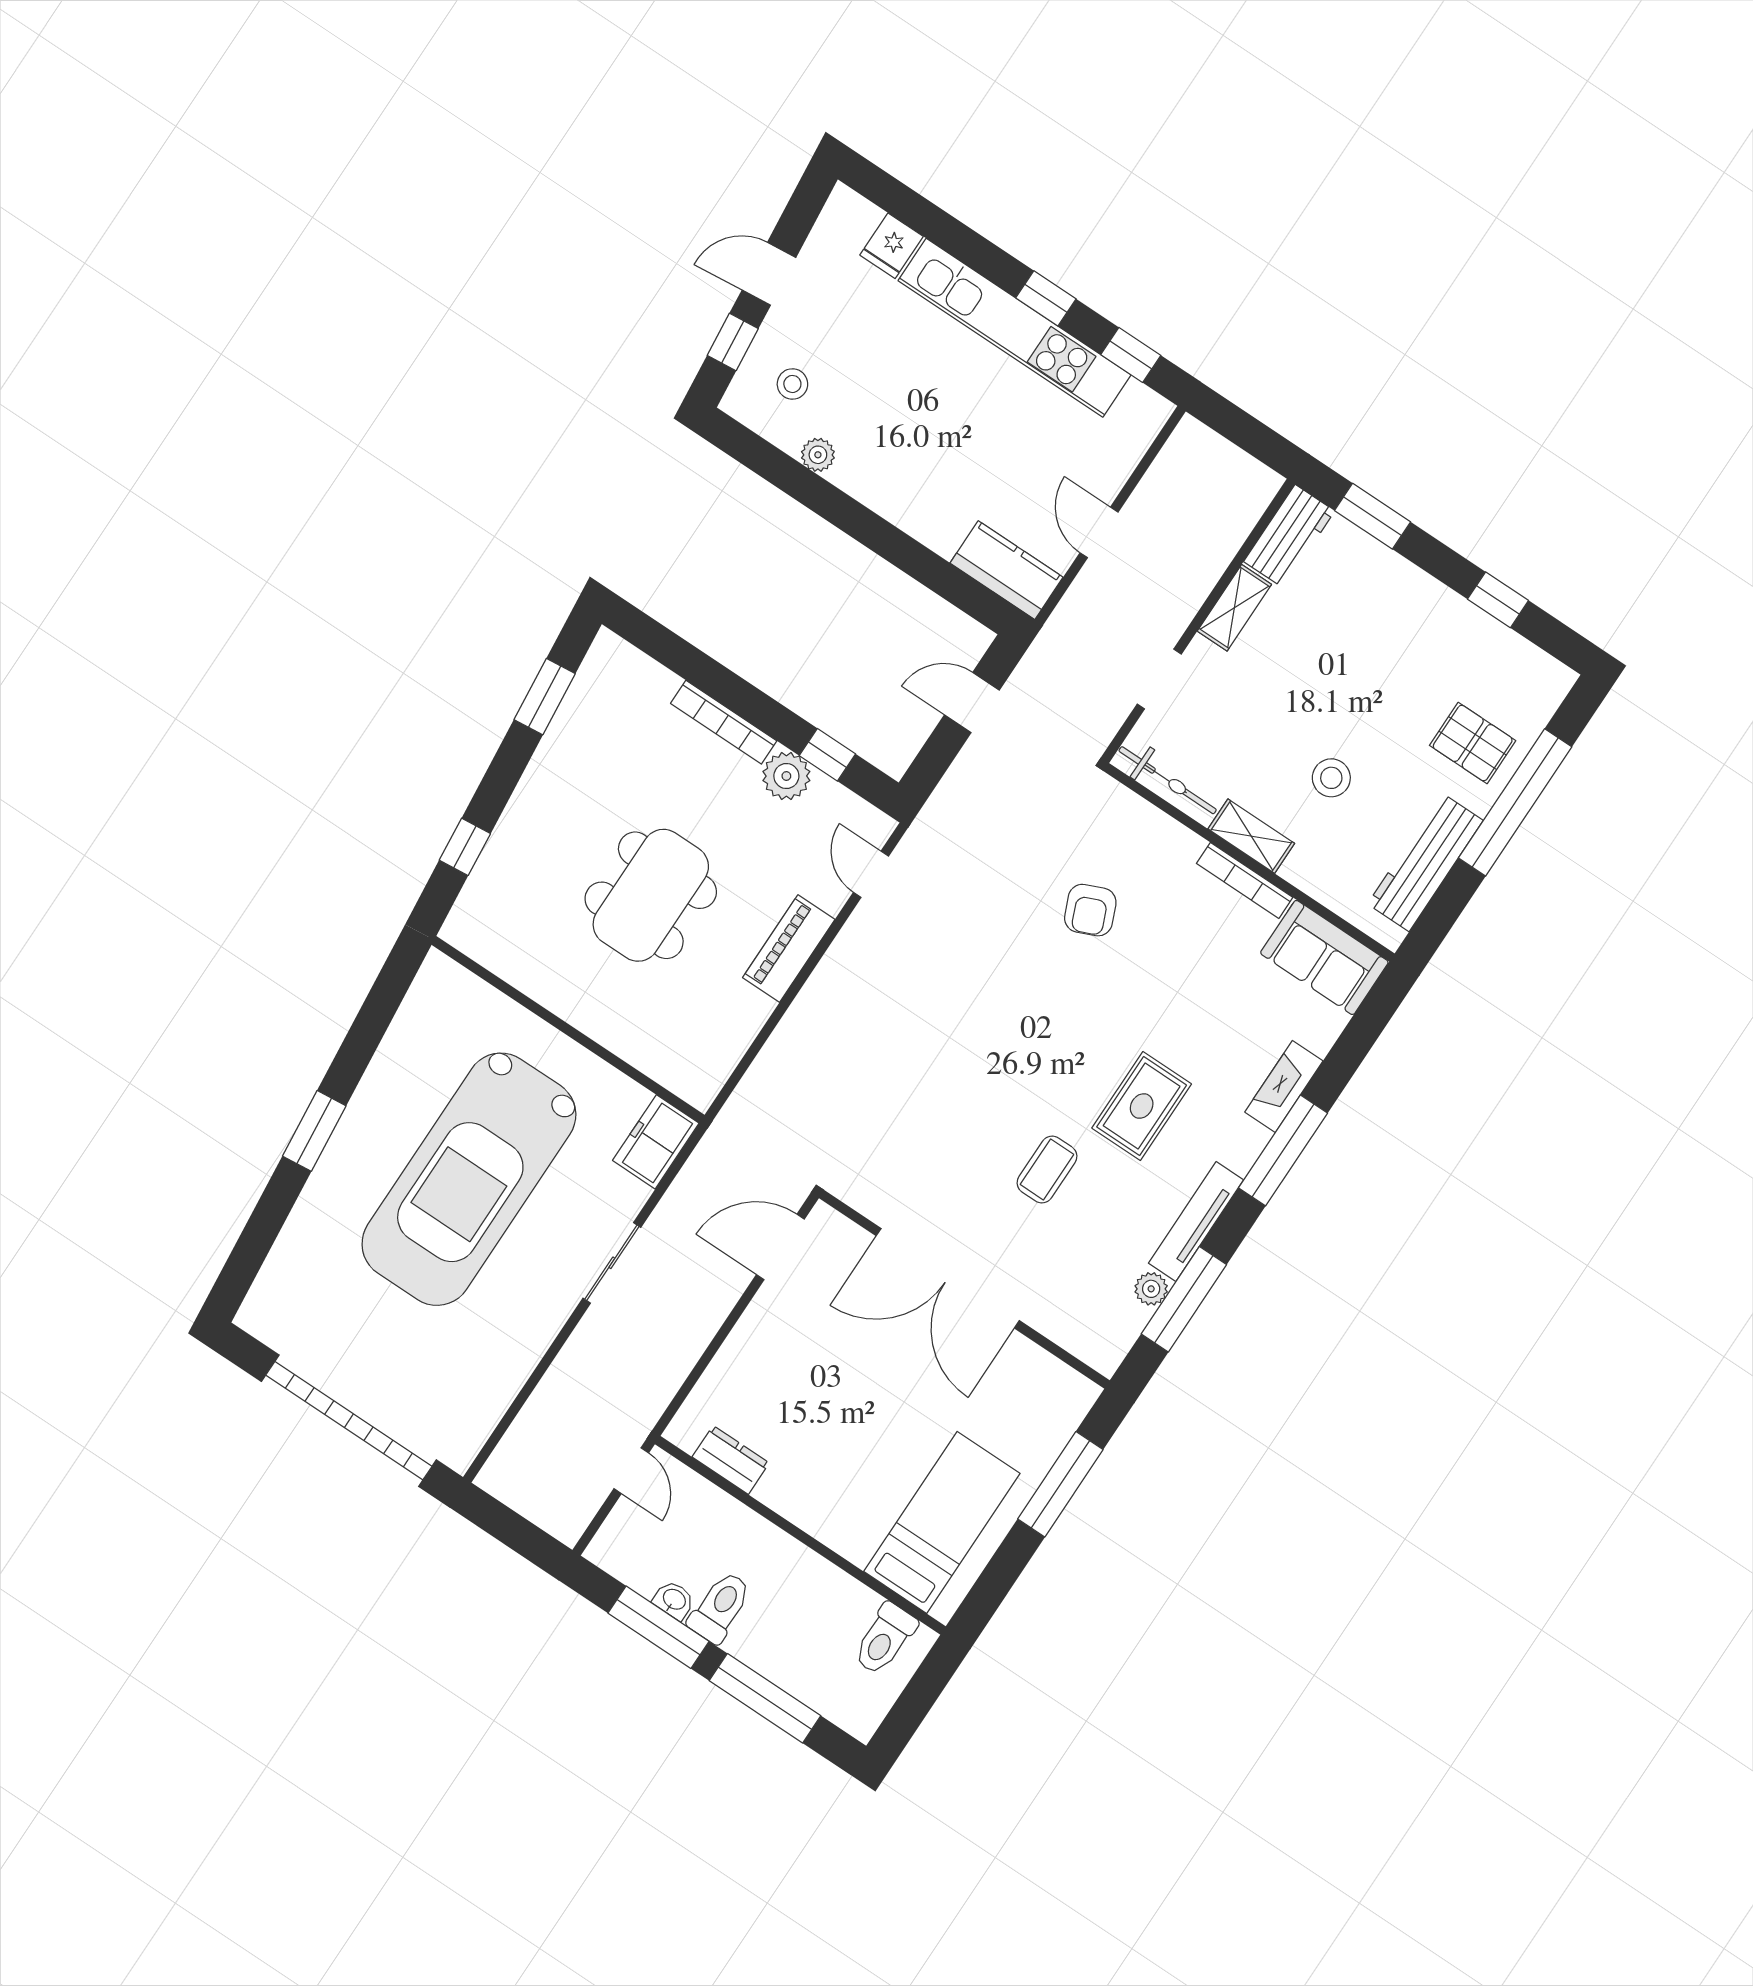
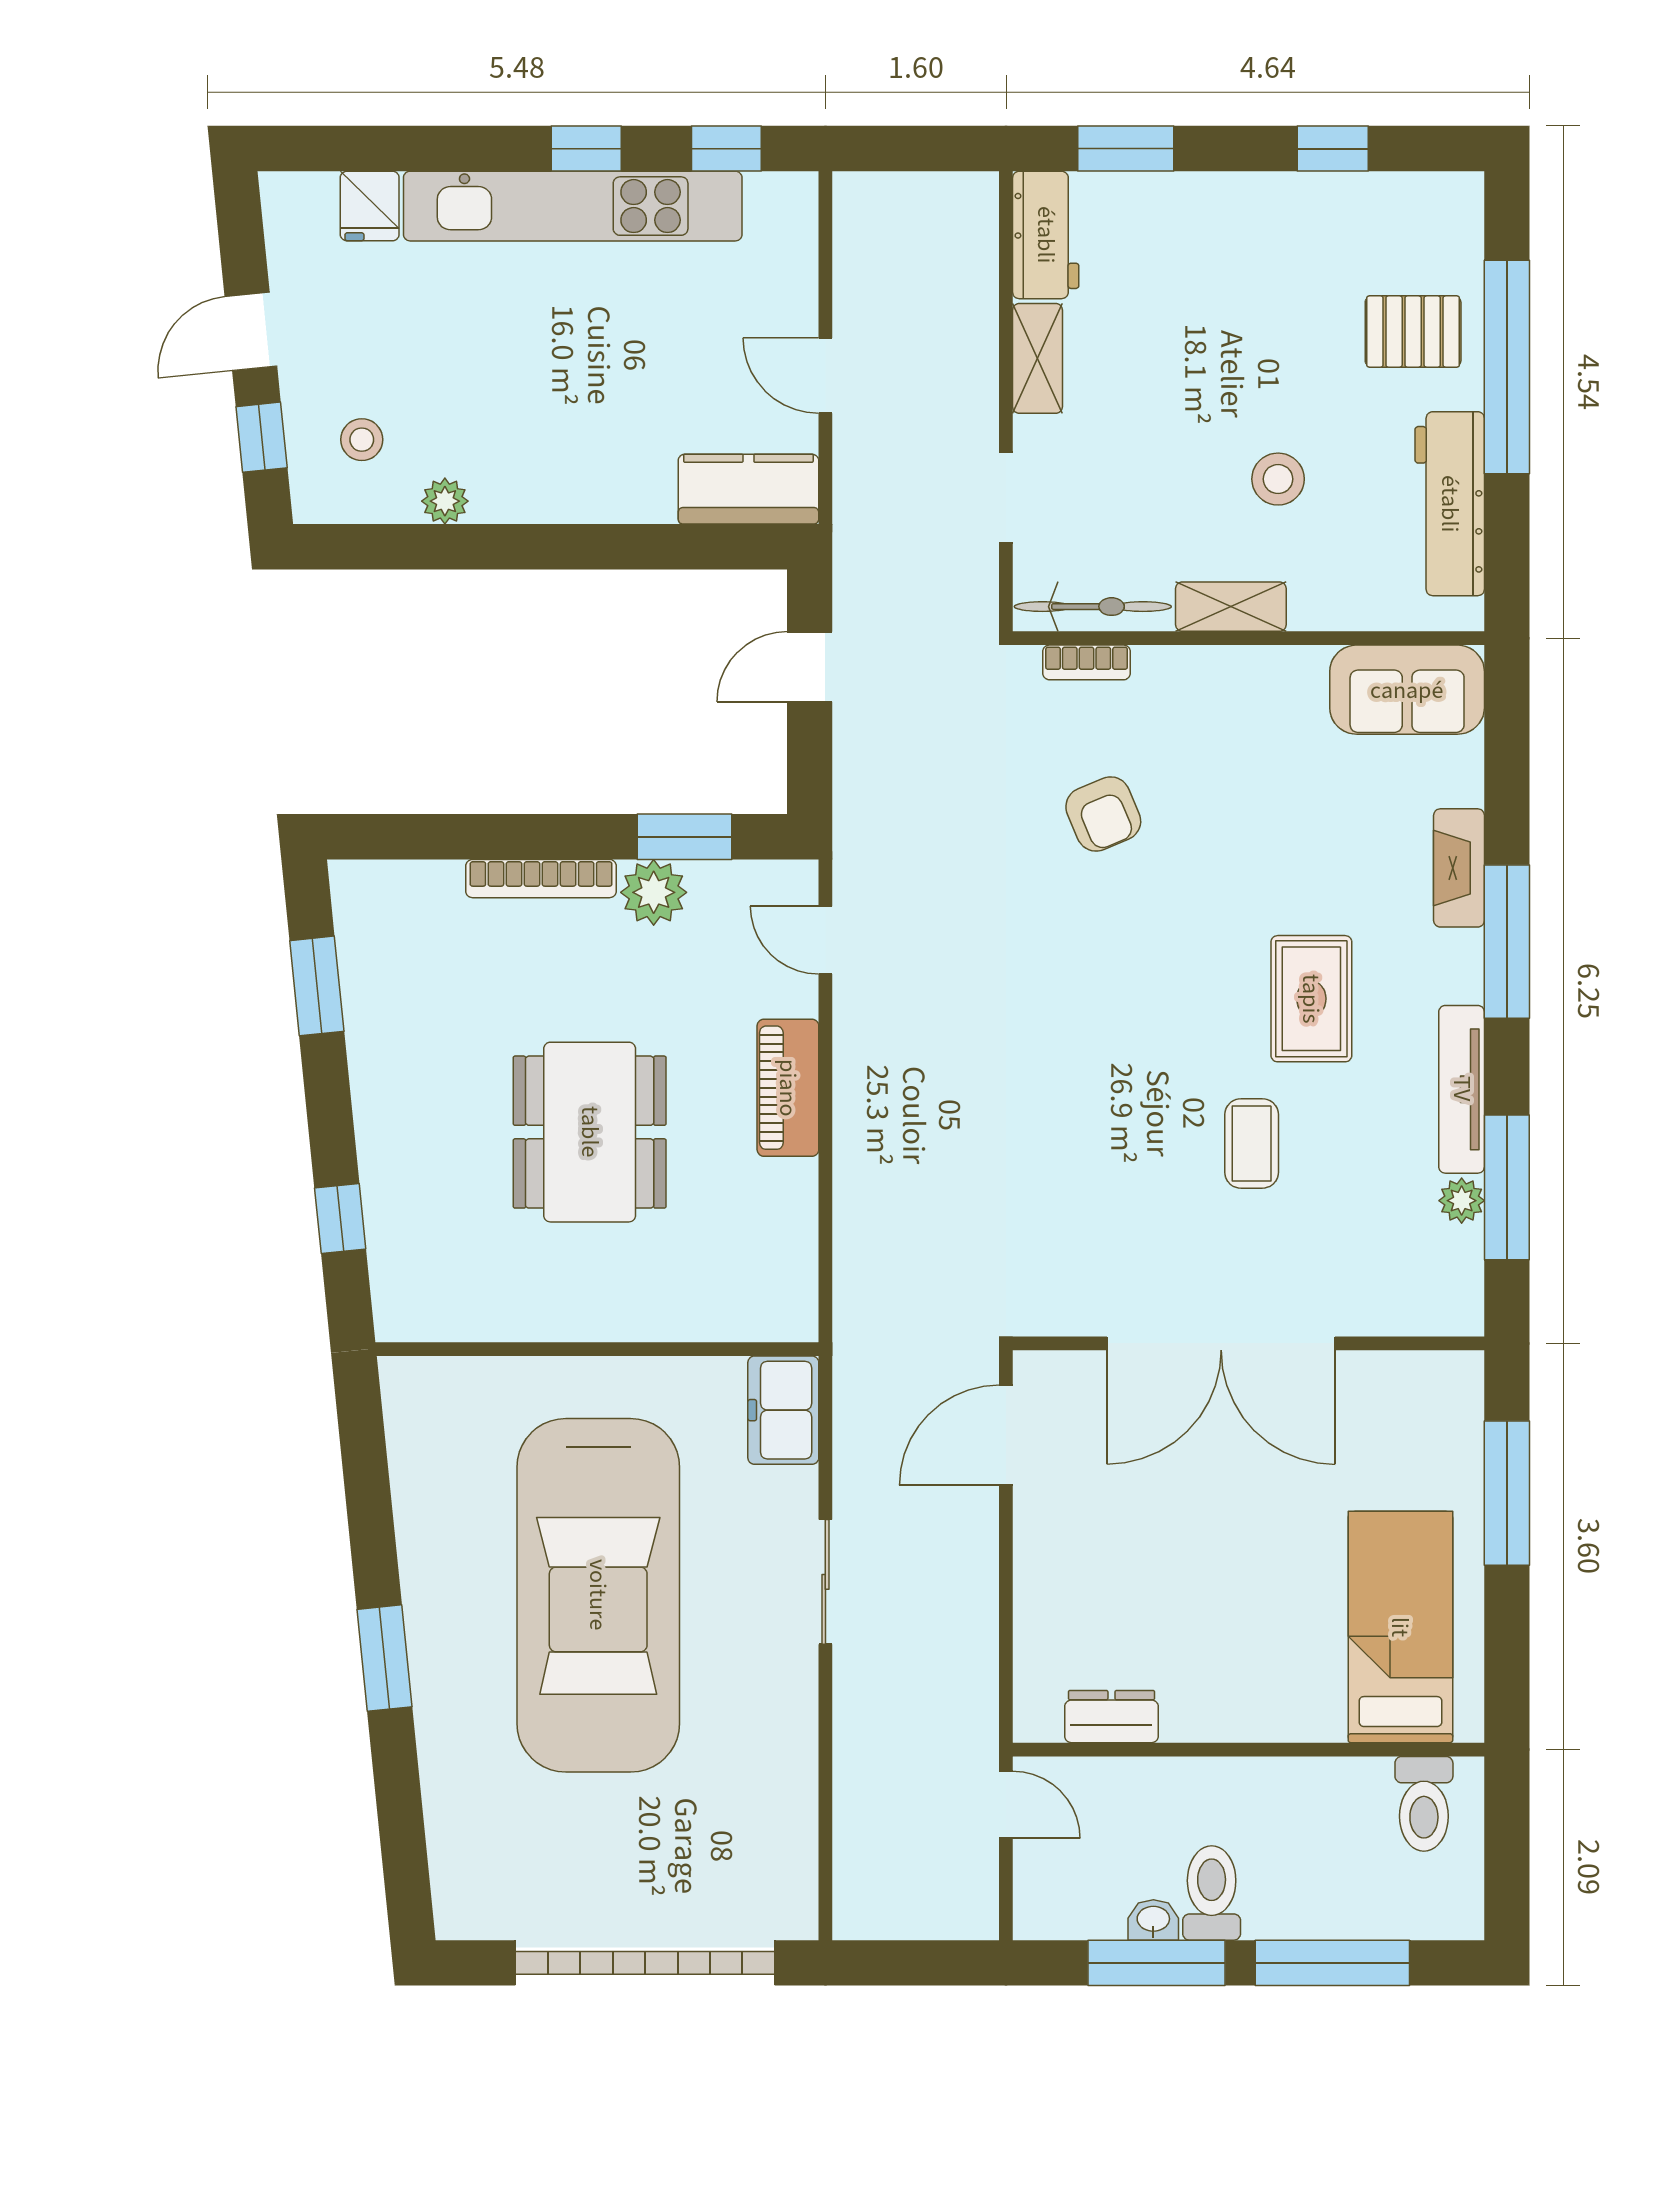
window: (827, 755) -> (684, 837), width x1.50
bookcase: (1245, 880) -> (1087, 662), moved, width x0.64

